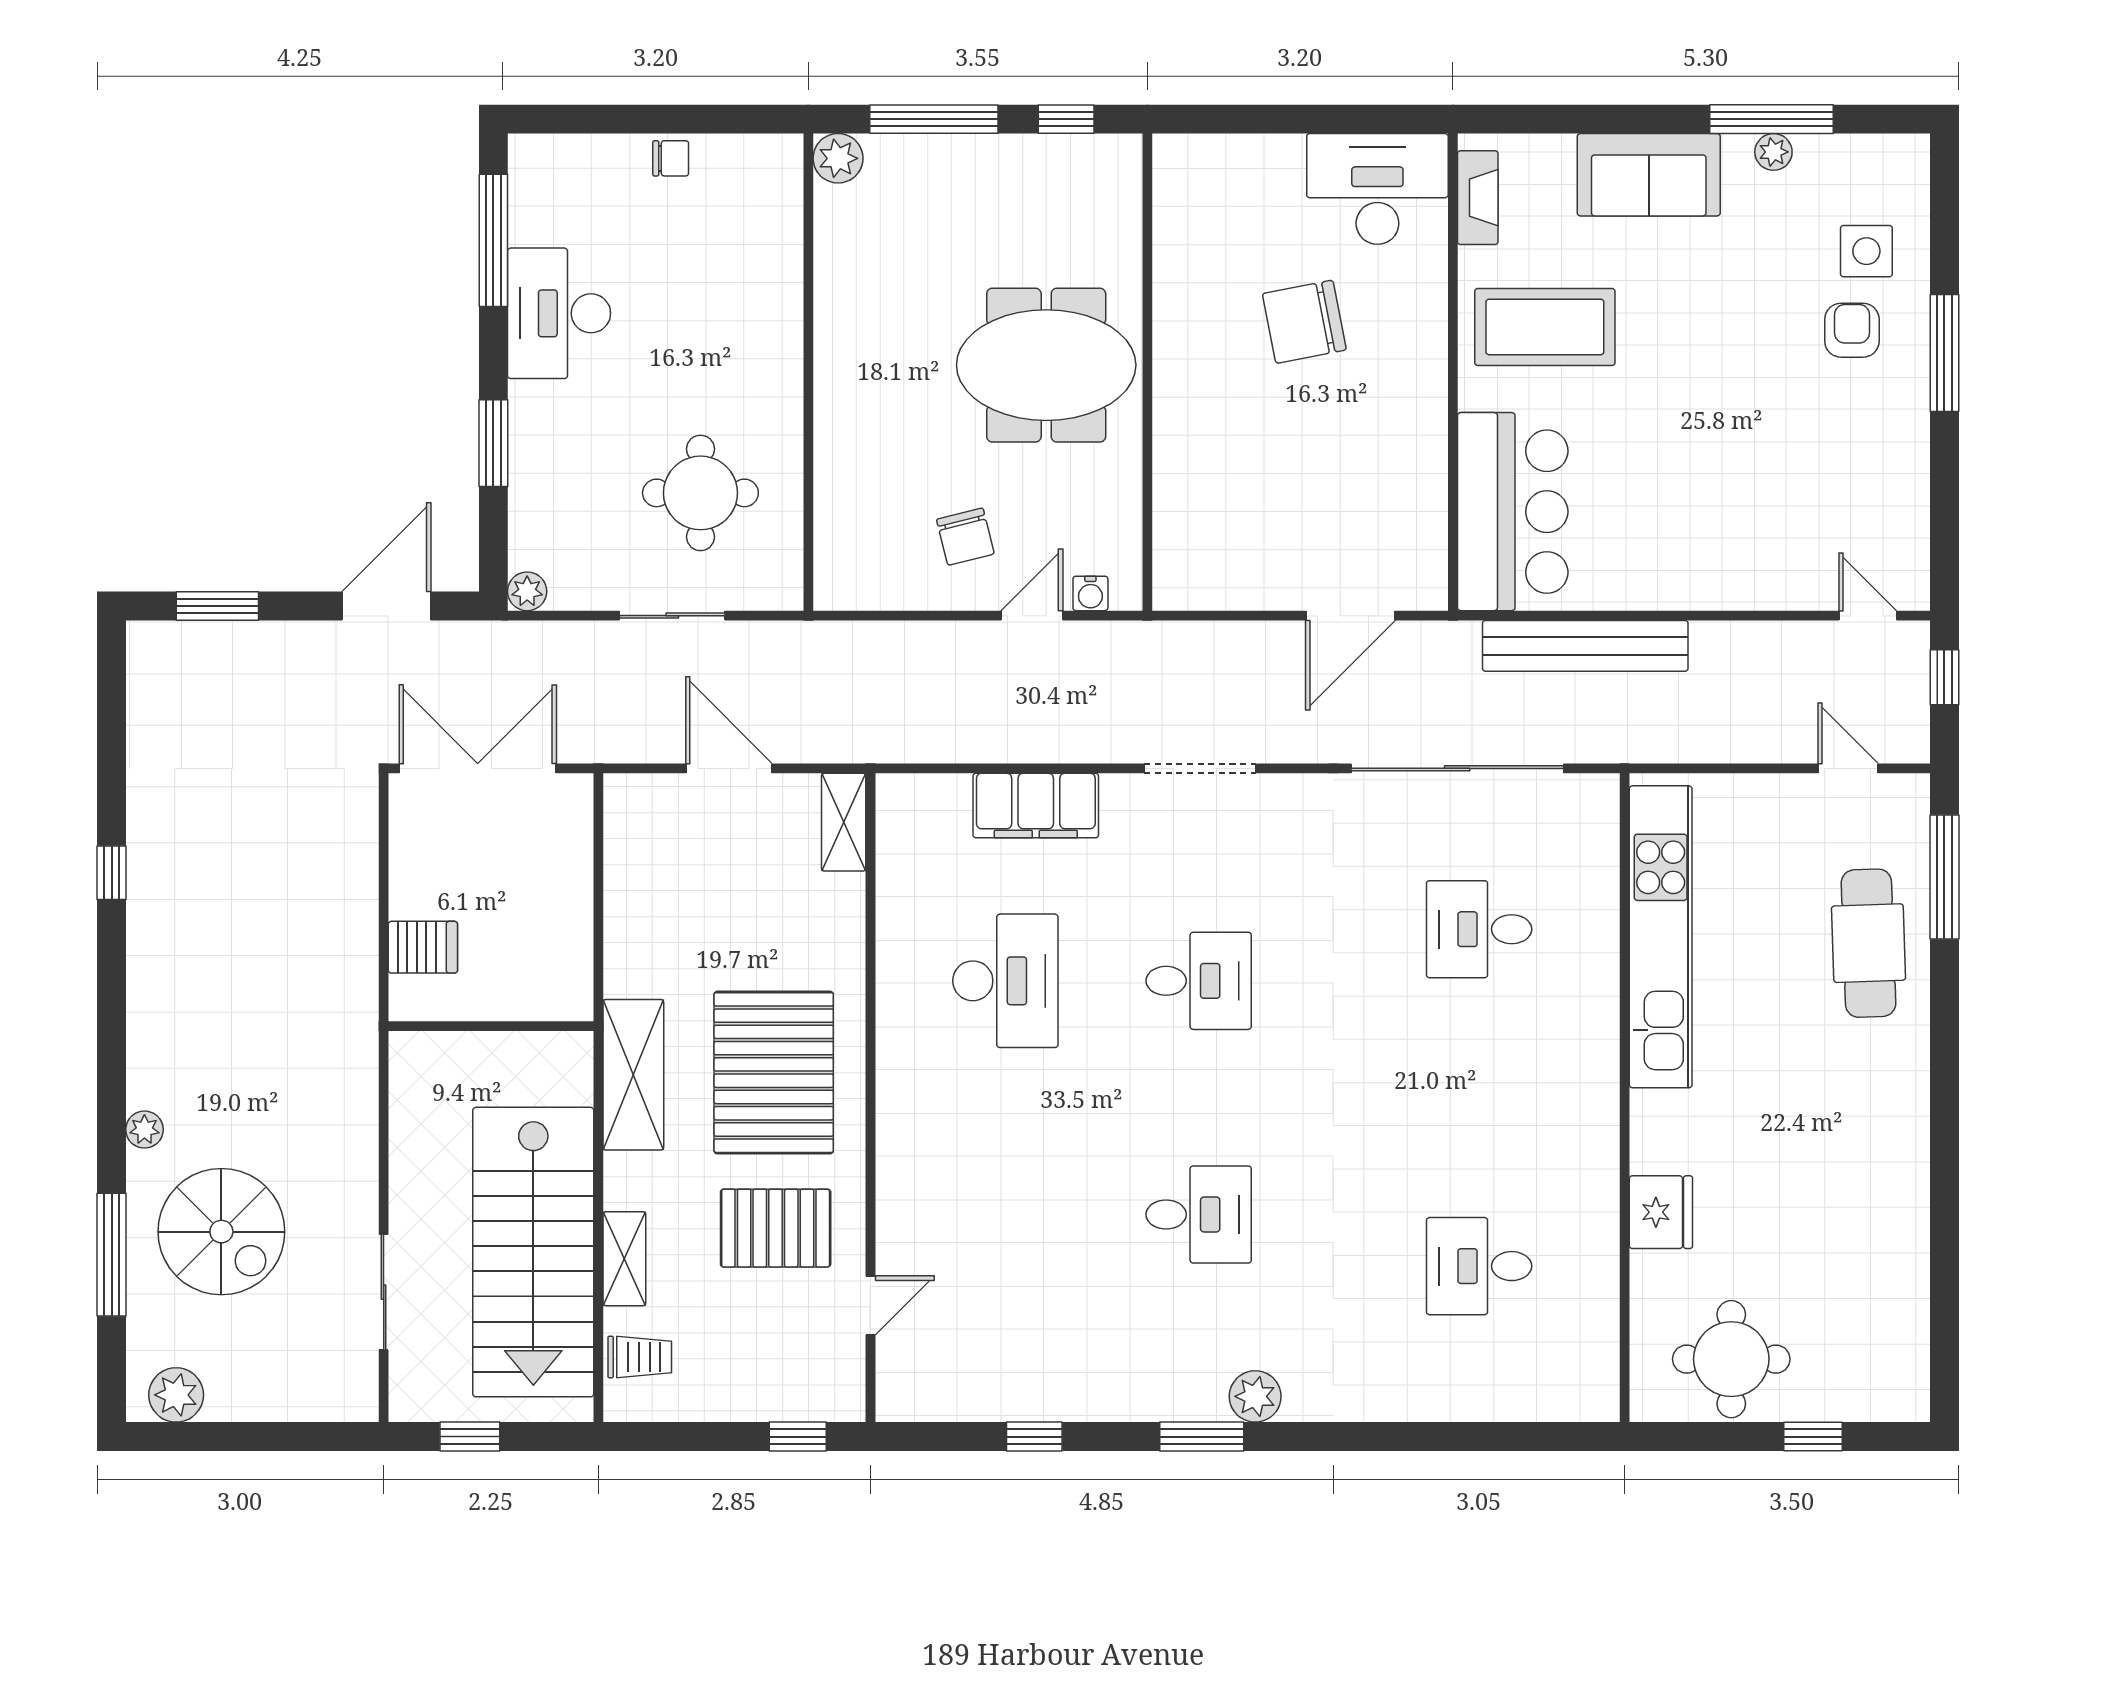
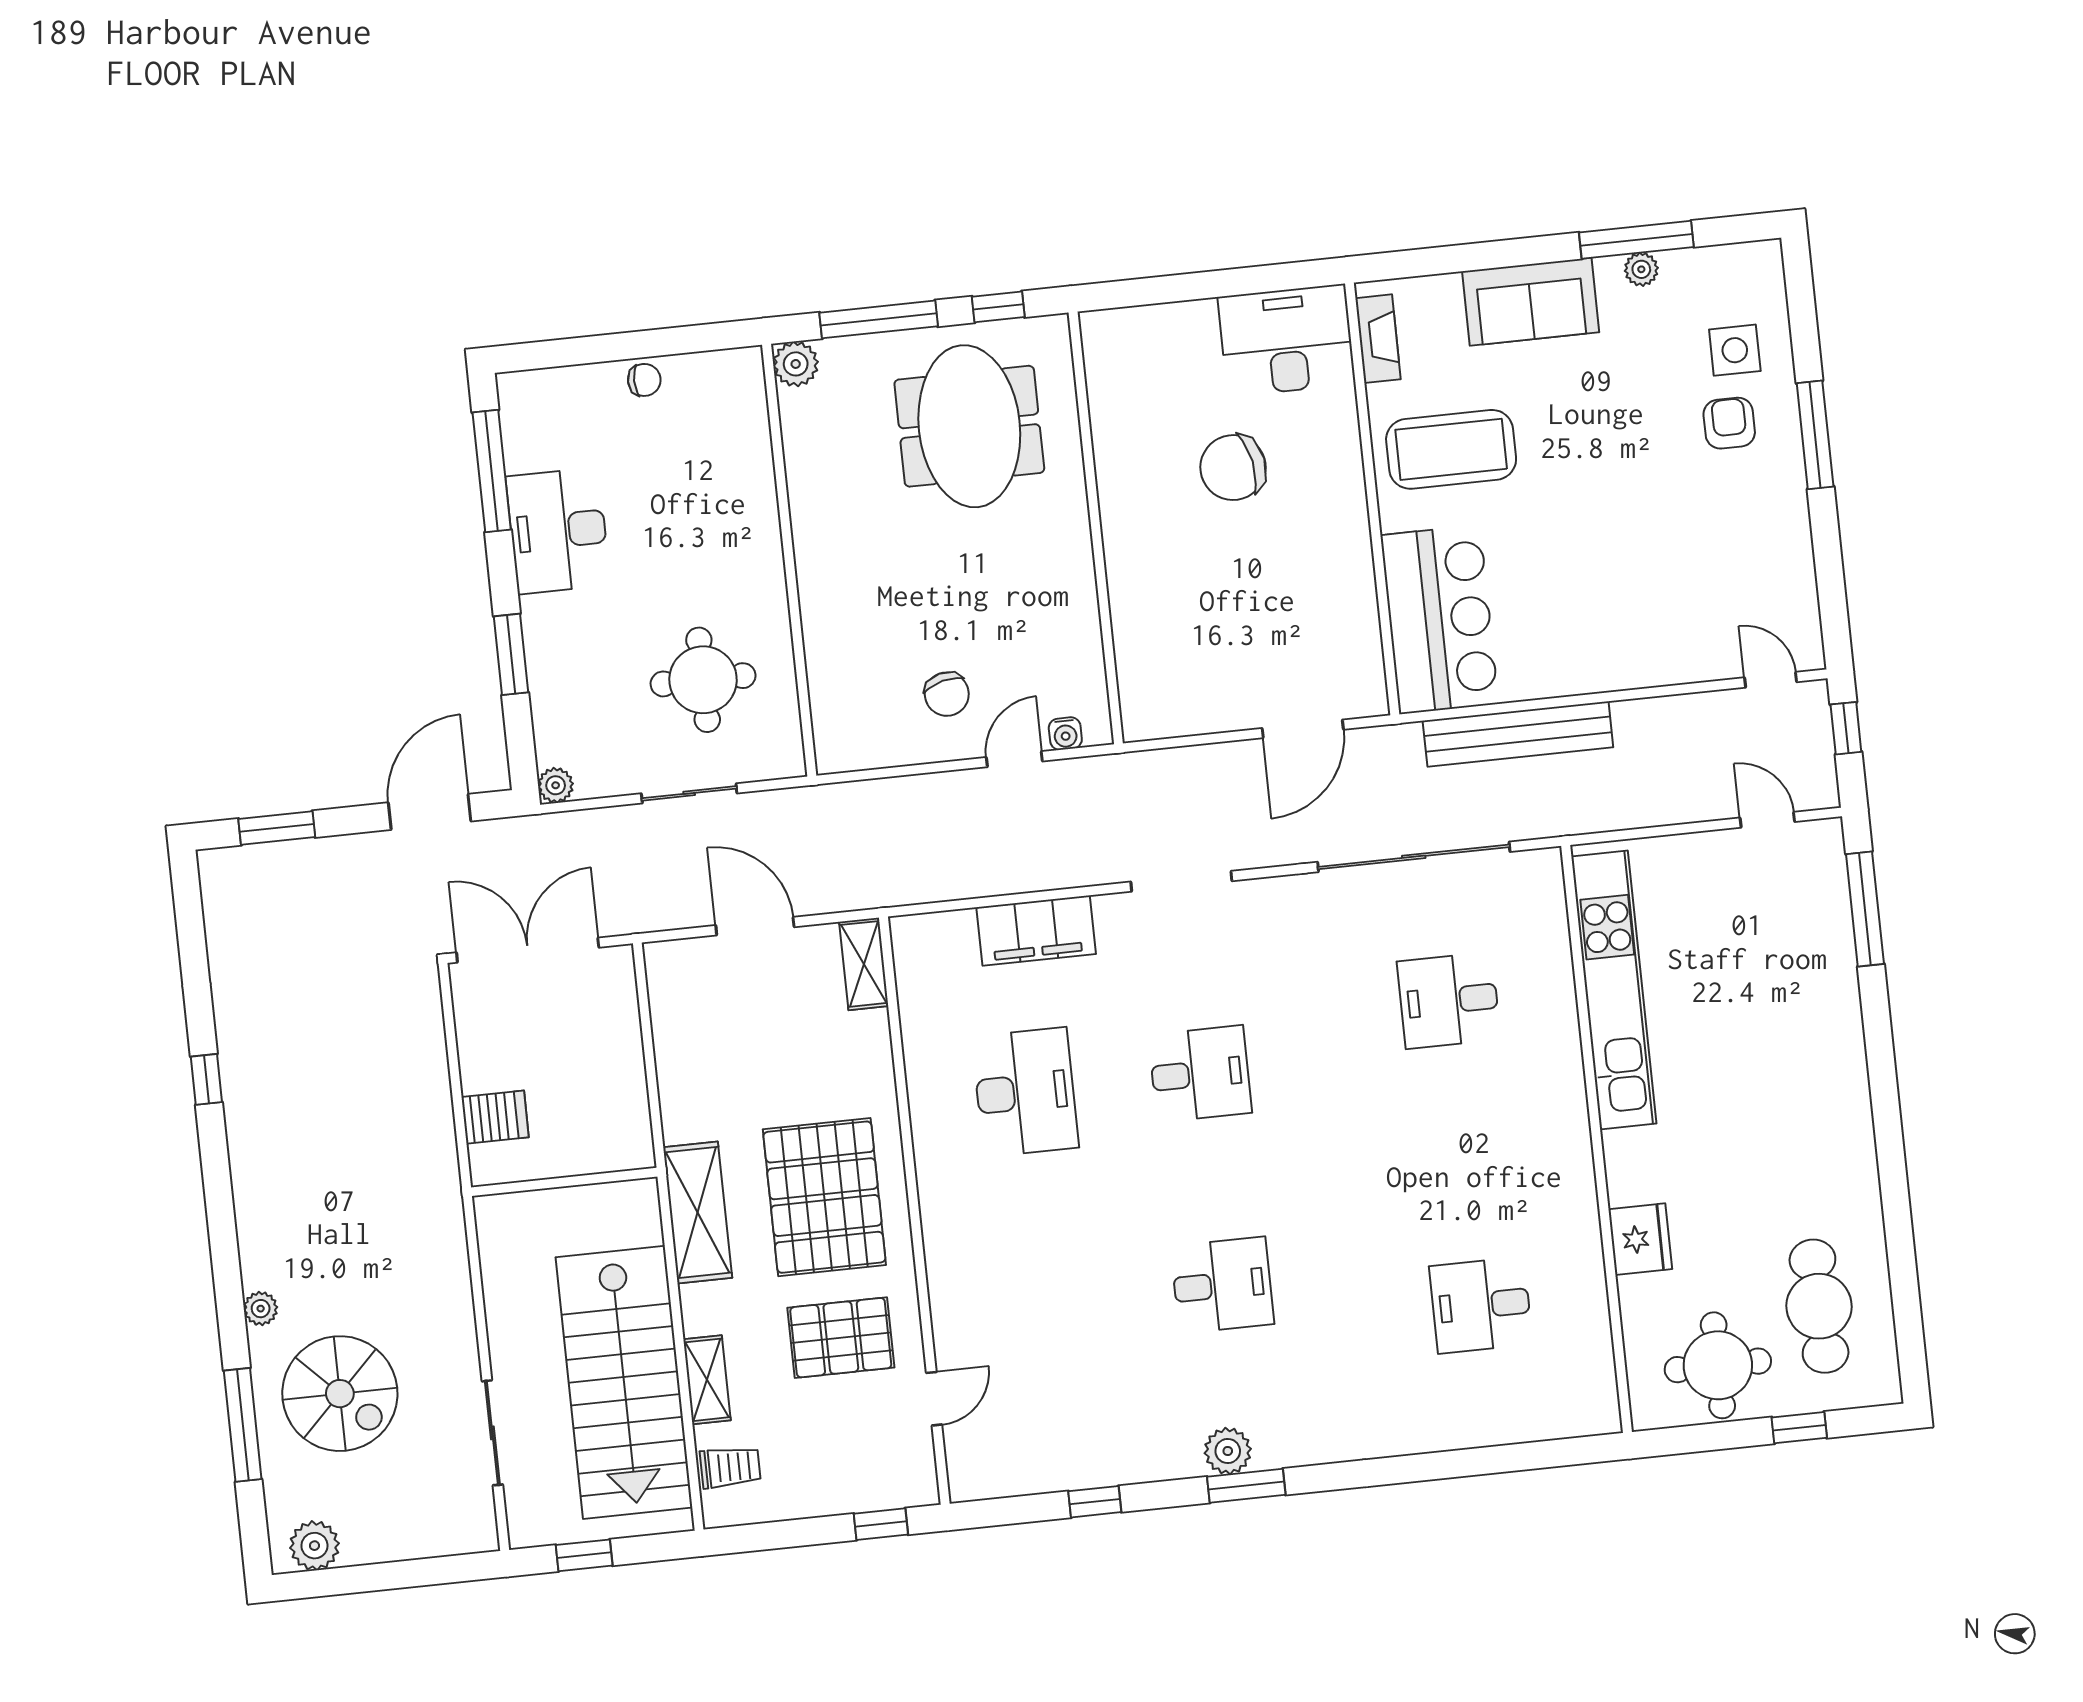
meeting table: (1046, 365) -> (969, 426), moved, turned 90
cafe table: (1868, 943) -> (1819, 1306), moved
plant: (1255, 1396) -> (1228, 1451), moved

